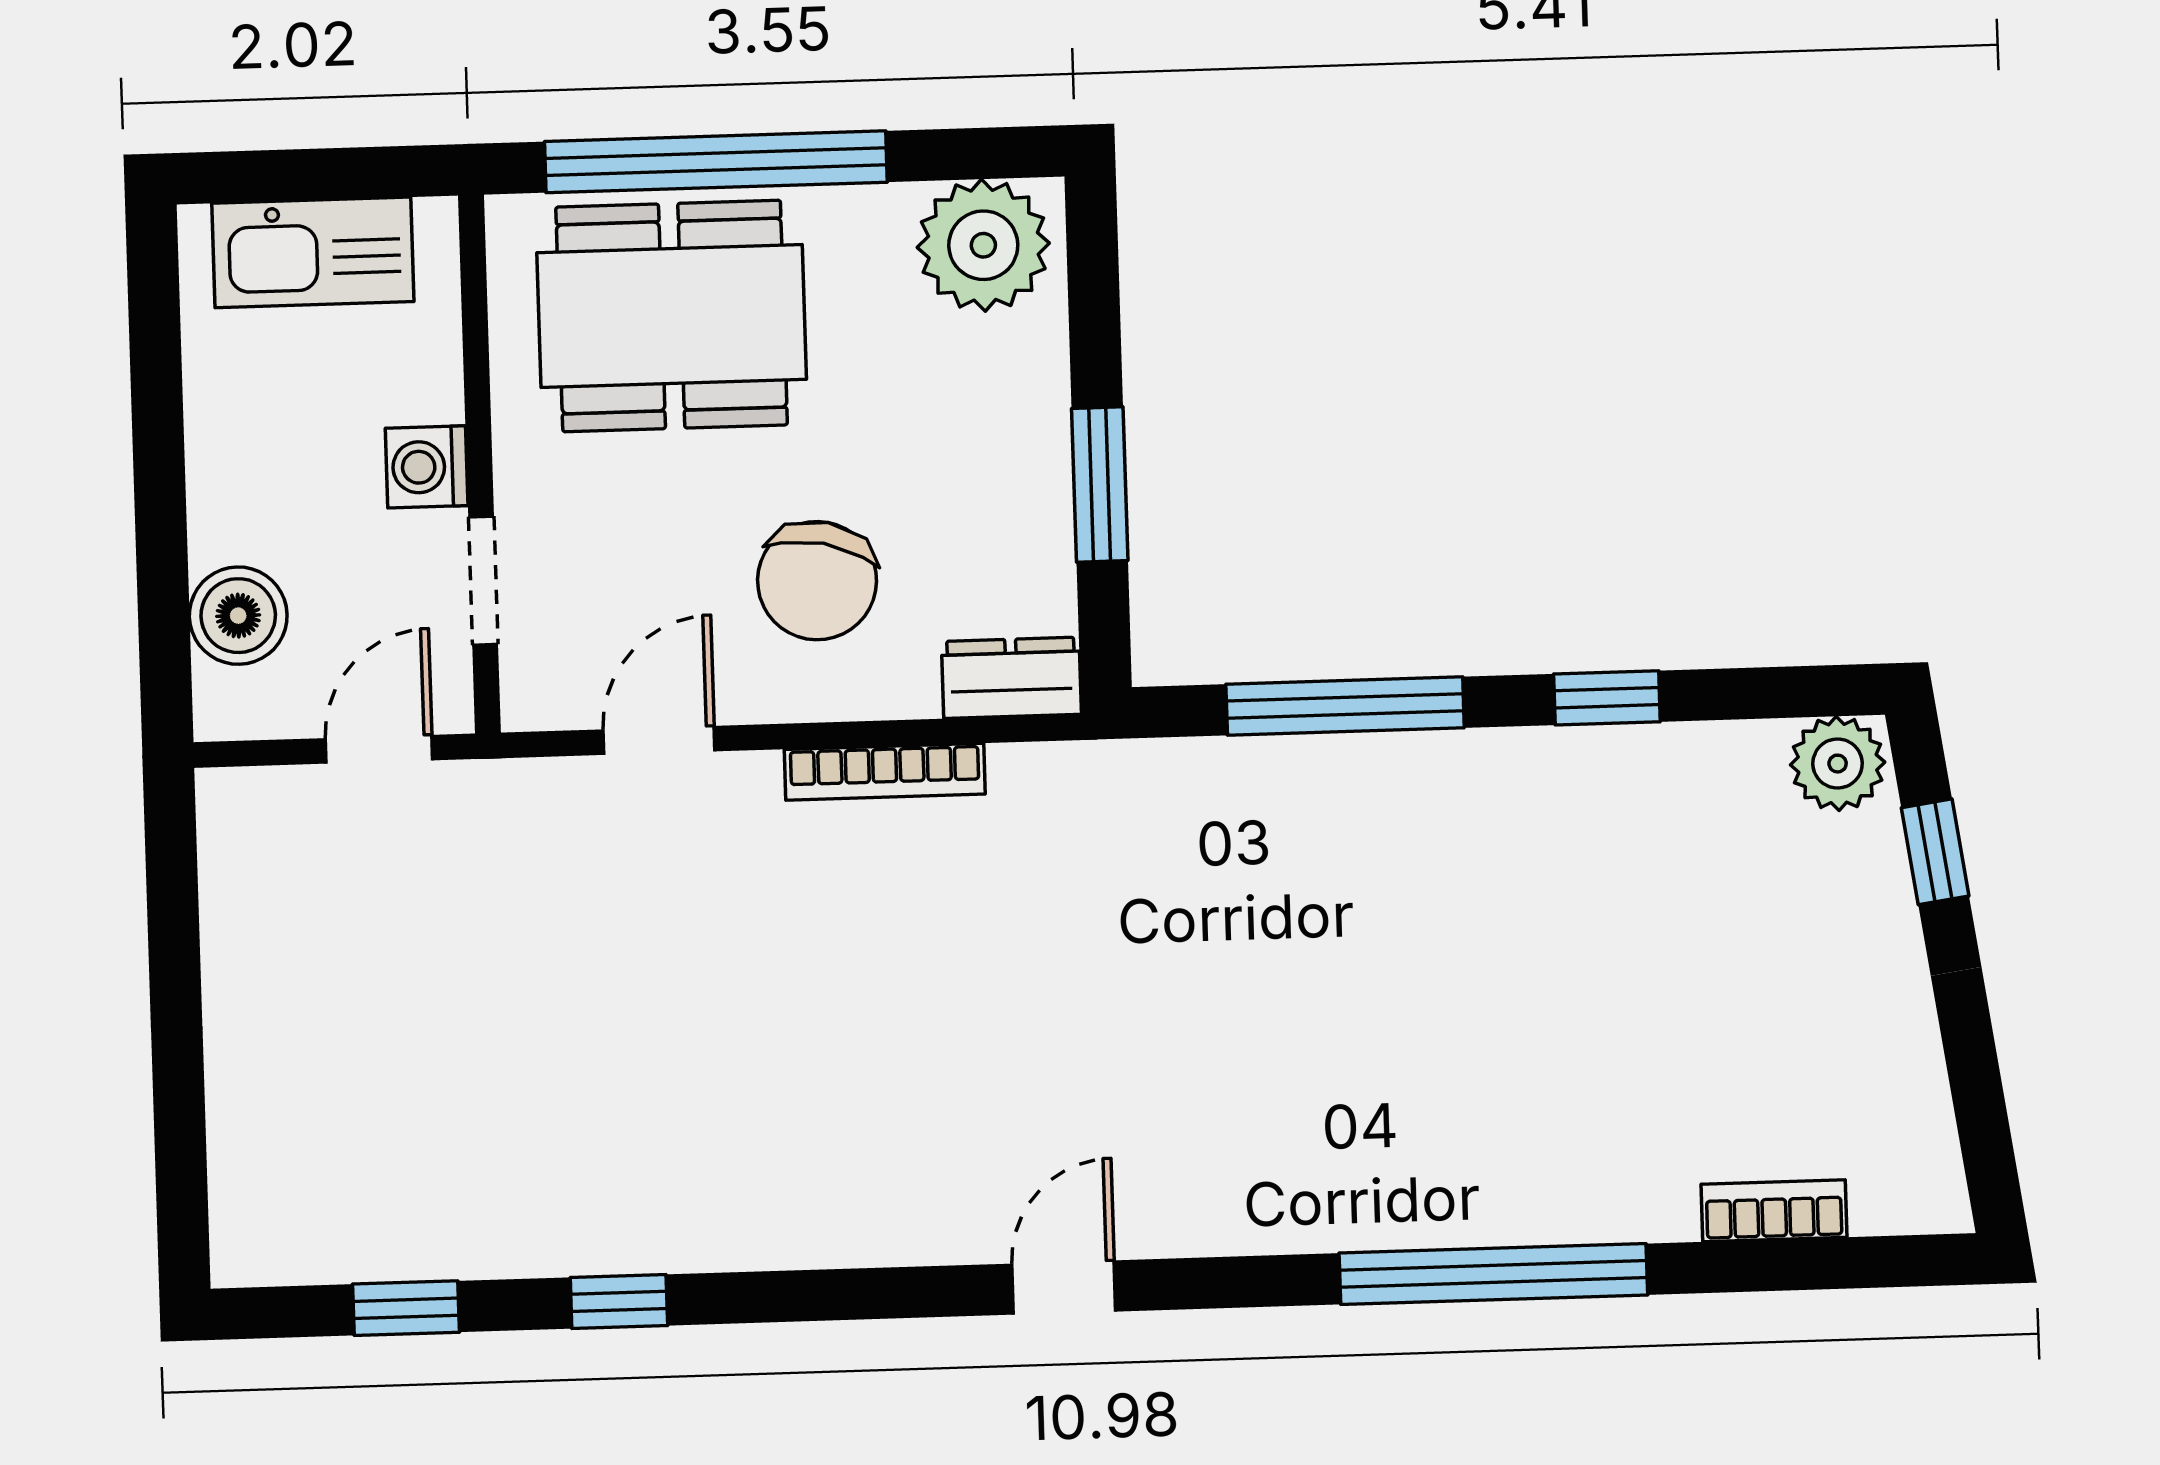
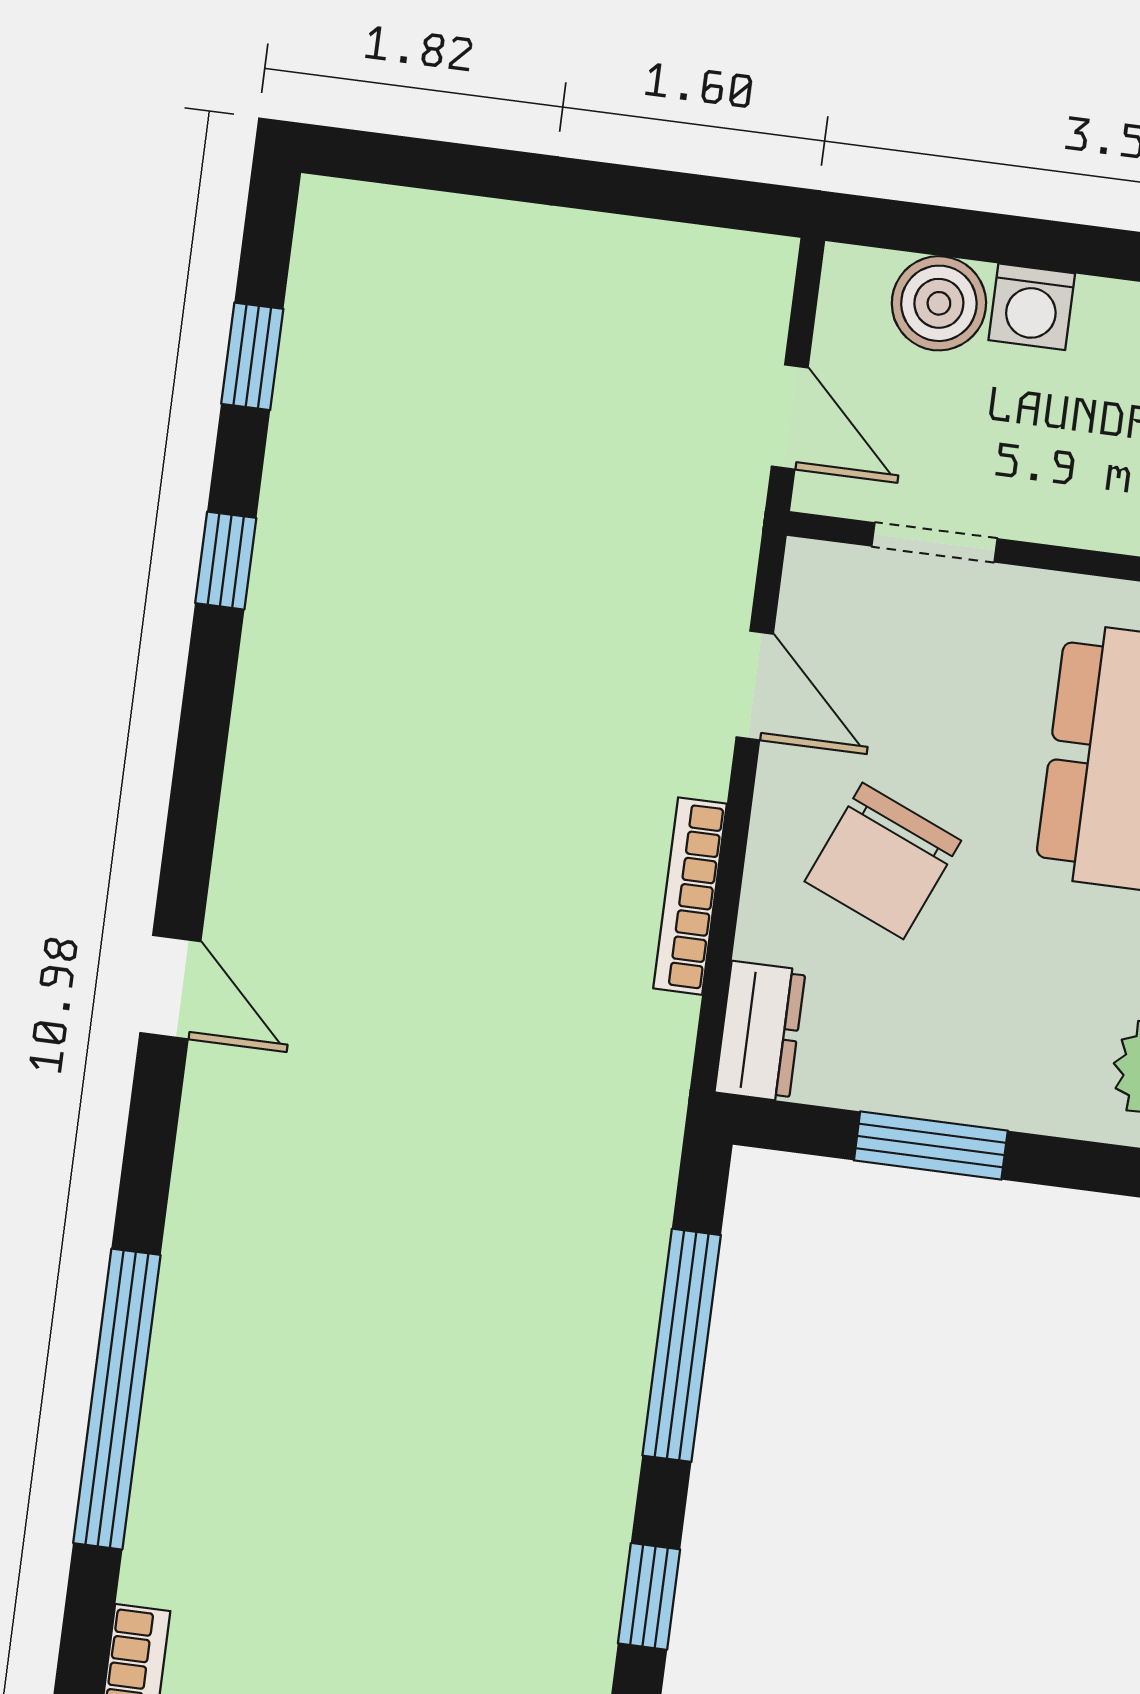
washing machine: (427, 467) -> (1032, 307), moved, turned 180
chair: (817, 581) -> (883, 861), turned -79

